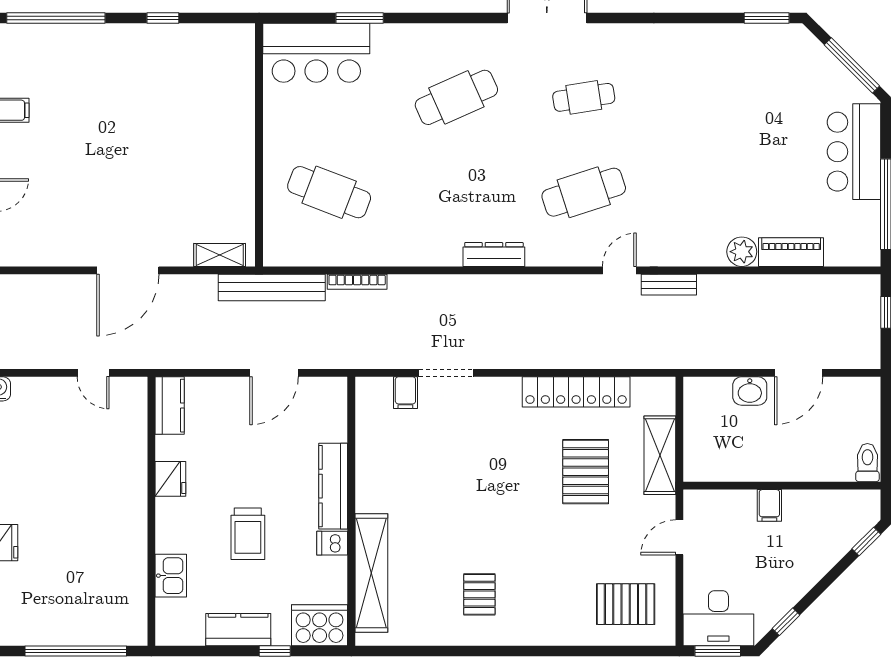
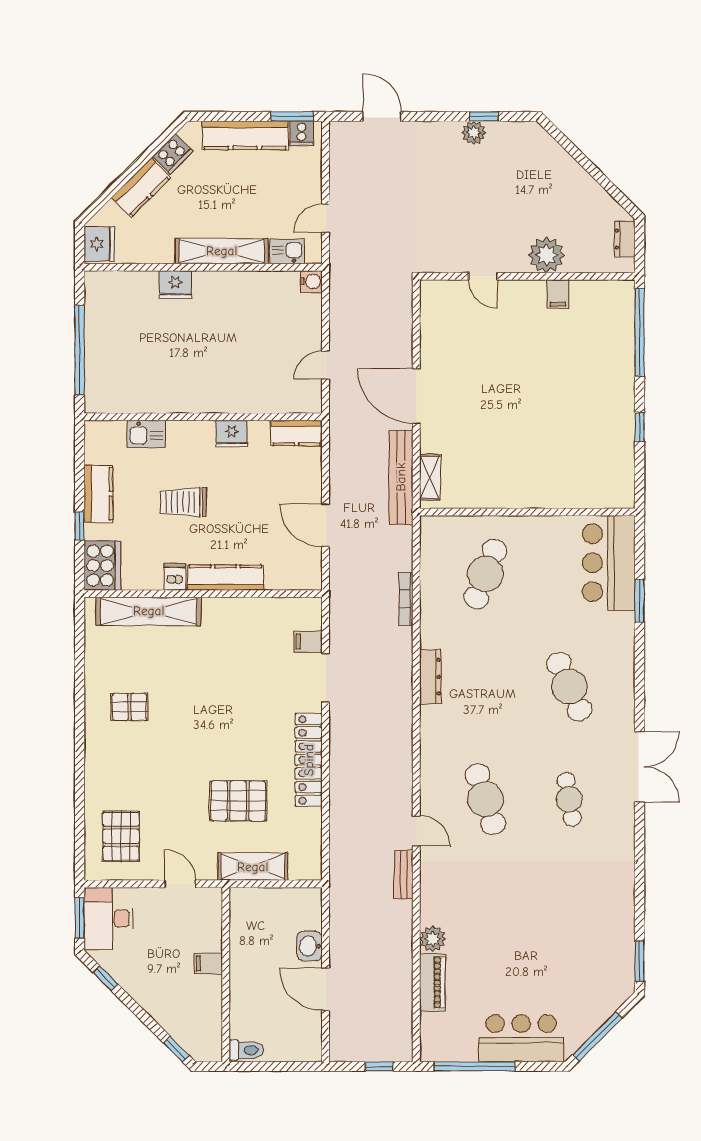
dresser: (494, 254) -> (430, 677), moved
bench: (272, 287) -> (401, 477), moved
locker: (576, 392) -> (309, 760), moved

